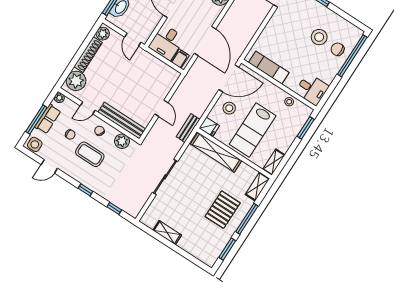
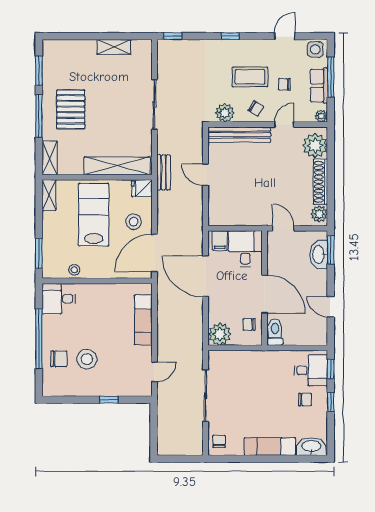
window: (352, 56) -> (39, 339), moved
exam couch: (269, 68) -> (143, 320), moved, turned 90
window: (114, 208) -> (173, 36), moved

